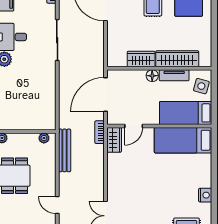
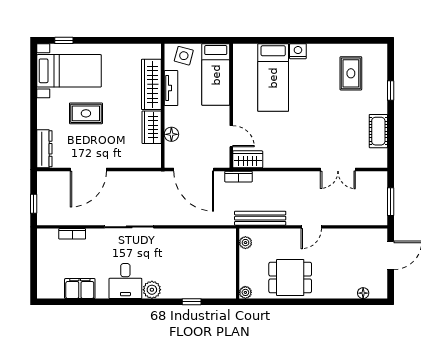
floor lamp: (152, 76) -> (171, 134), moved
bed: (183, 140) -> (273, 78), moved
nightstand: (205, 195) -> (298, 51), moved
door: (57, 205) -> (311, 227), moved

